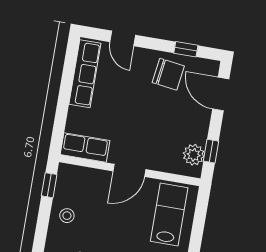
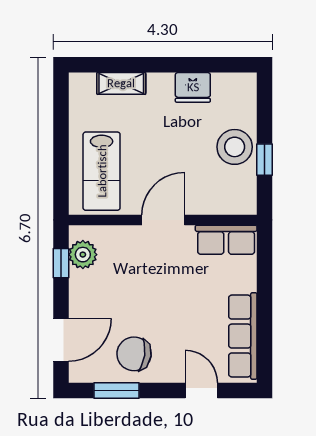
window: (186, 49) -> (116, 390), width x1.50
door: (221, 94) -> (61, 340), hinge flipped
window: (49, 185) -> (265, 160), moved
stool: (67, 216) -> (235, 147), width x1.89, depth x1.89

